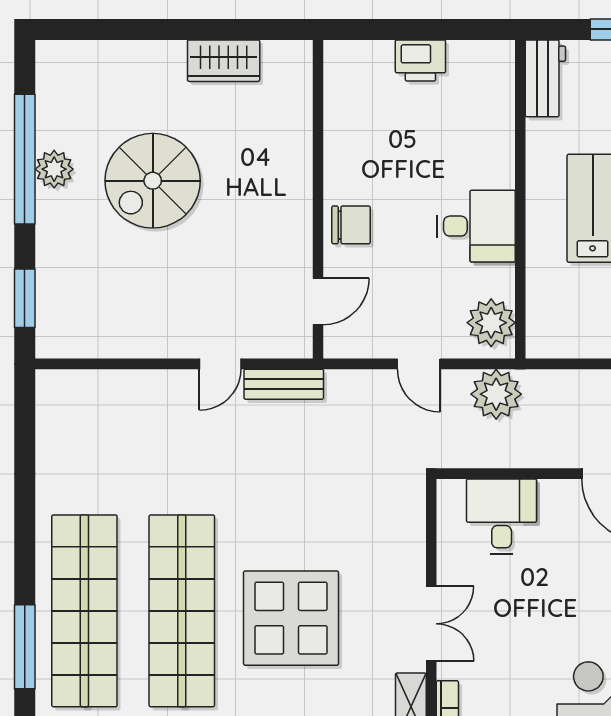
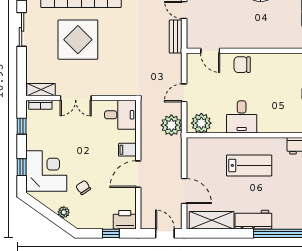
chair: (351, 225) -> (242, 65), turned 90
filing cabinet: (555, 500) -> (127, 150), added
desk: (502, 516) -> (120, 115), moved

